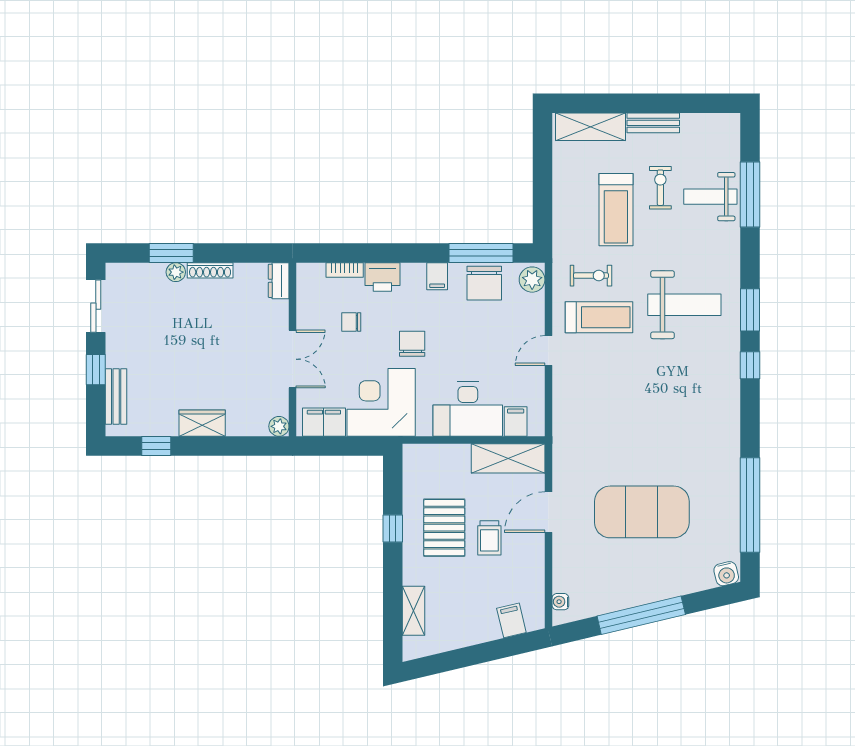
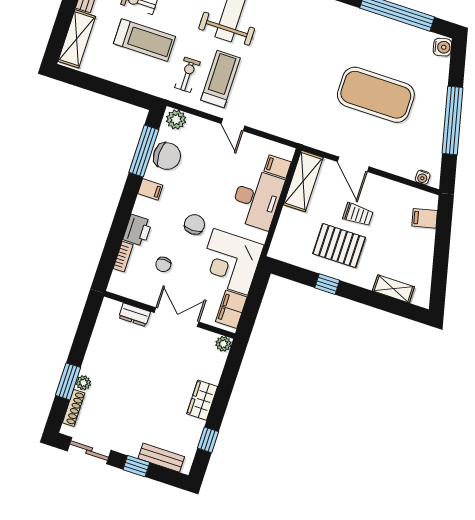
shoe rack: (210, 270) -> (74, 408), moved
dresser: (279, 281) -> (134, 315), moved
chair: (412, 344) -> (194, 224), turned 90
exercise mat: (642, 512) -> (376, 95), turned 90

